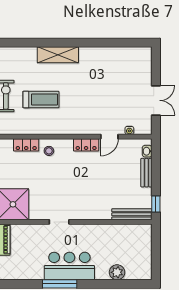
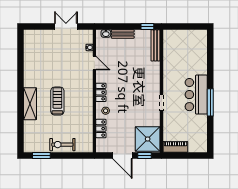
treadmill: (41, 100) -> (57, 101), moved
locker: (86, 145) -> (101, 92), moved
plant: (117, 272) -> (201, 57), removed

